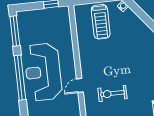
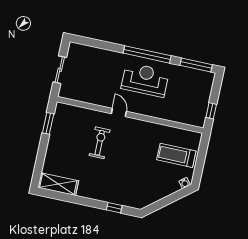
reception desk: (43, 72) -> (145, 80), width x0.74, depth x0.77

